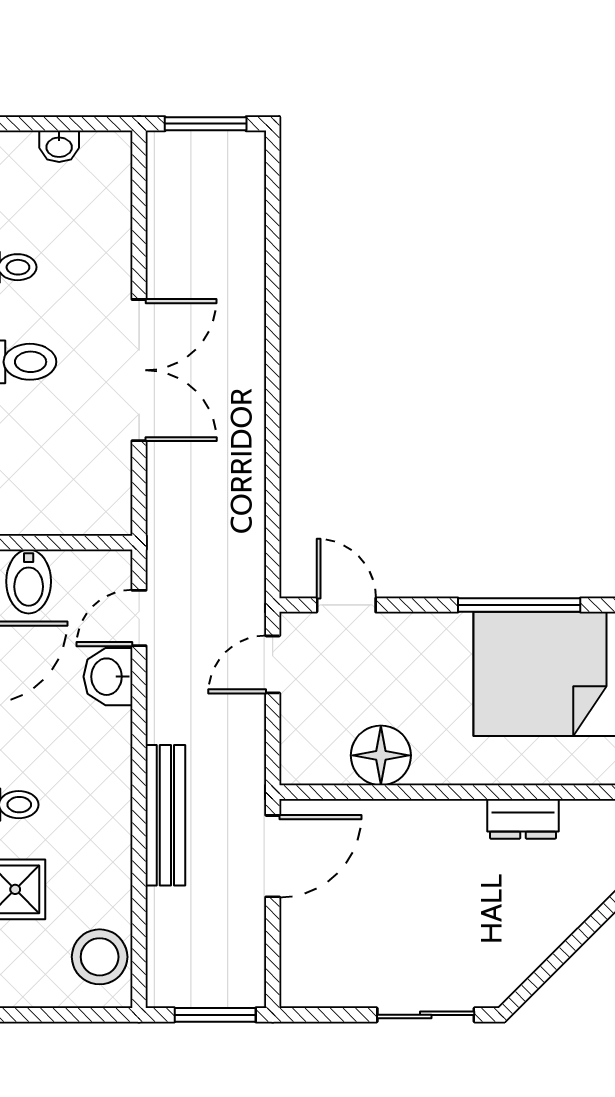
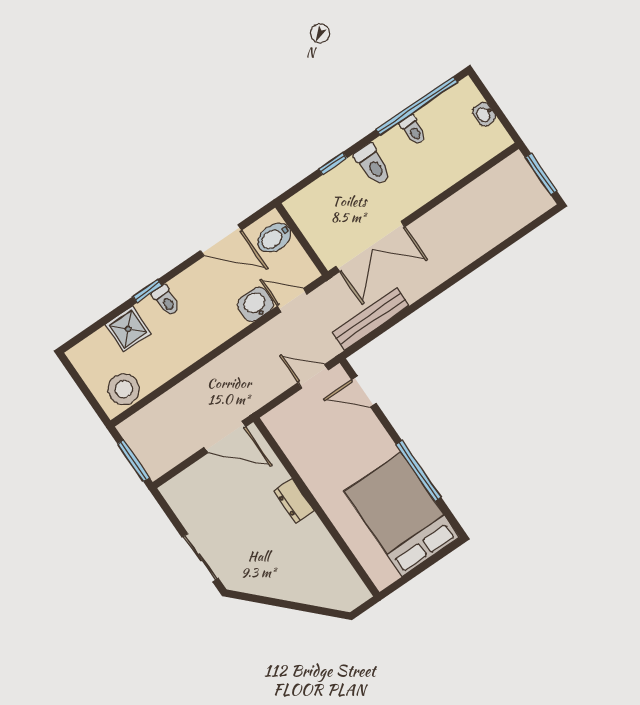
double door: (139, 370) -> (370, 246), moved
door: (346, 605) -> (364, 391), swing flipped
floor lamp: (381, 755) -> (305, 455), removed
bench: (165, 815) -> (371, 319), moved
dresser: (523, 819) -> (294, 501), moved

